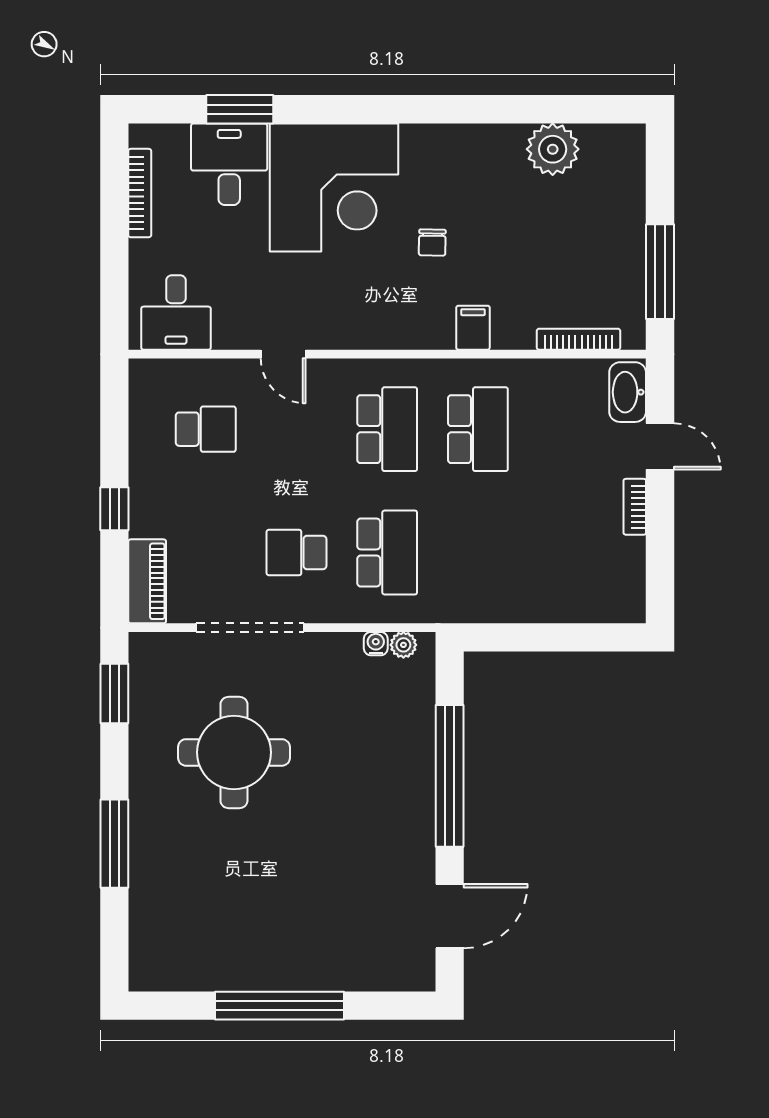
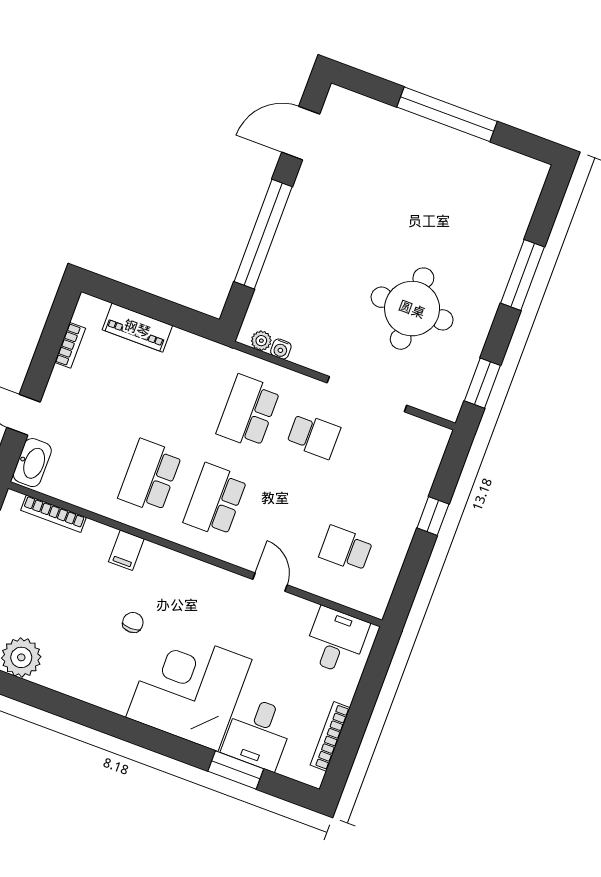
bookcase: (635, 507) -> (70, 345), moved
piano: (147, 581) -> (137, 328), moved, turned -90

